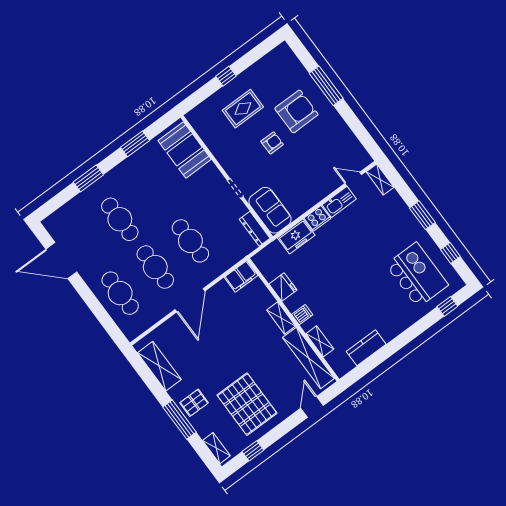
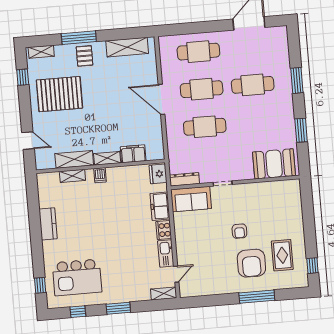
window: (226, 76) -> (312, 266), moved
rug: (243, 109) -> (282, 255), moved
filing cabinet: (241, 276) -> (133, 154), moved, turned 90
fridge: (283, 287) -> (158, 174), moved, turned 90
kitchen counter: (366, 348) -> (48, 224), moved
shelving: (308, 358) -> (74, 159), width x0.68

